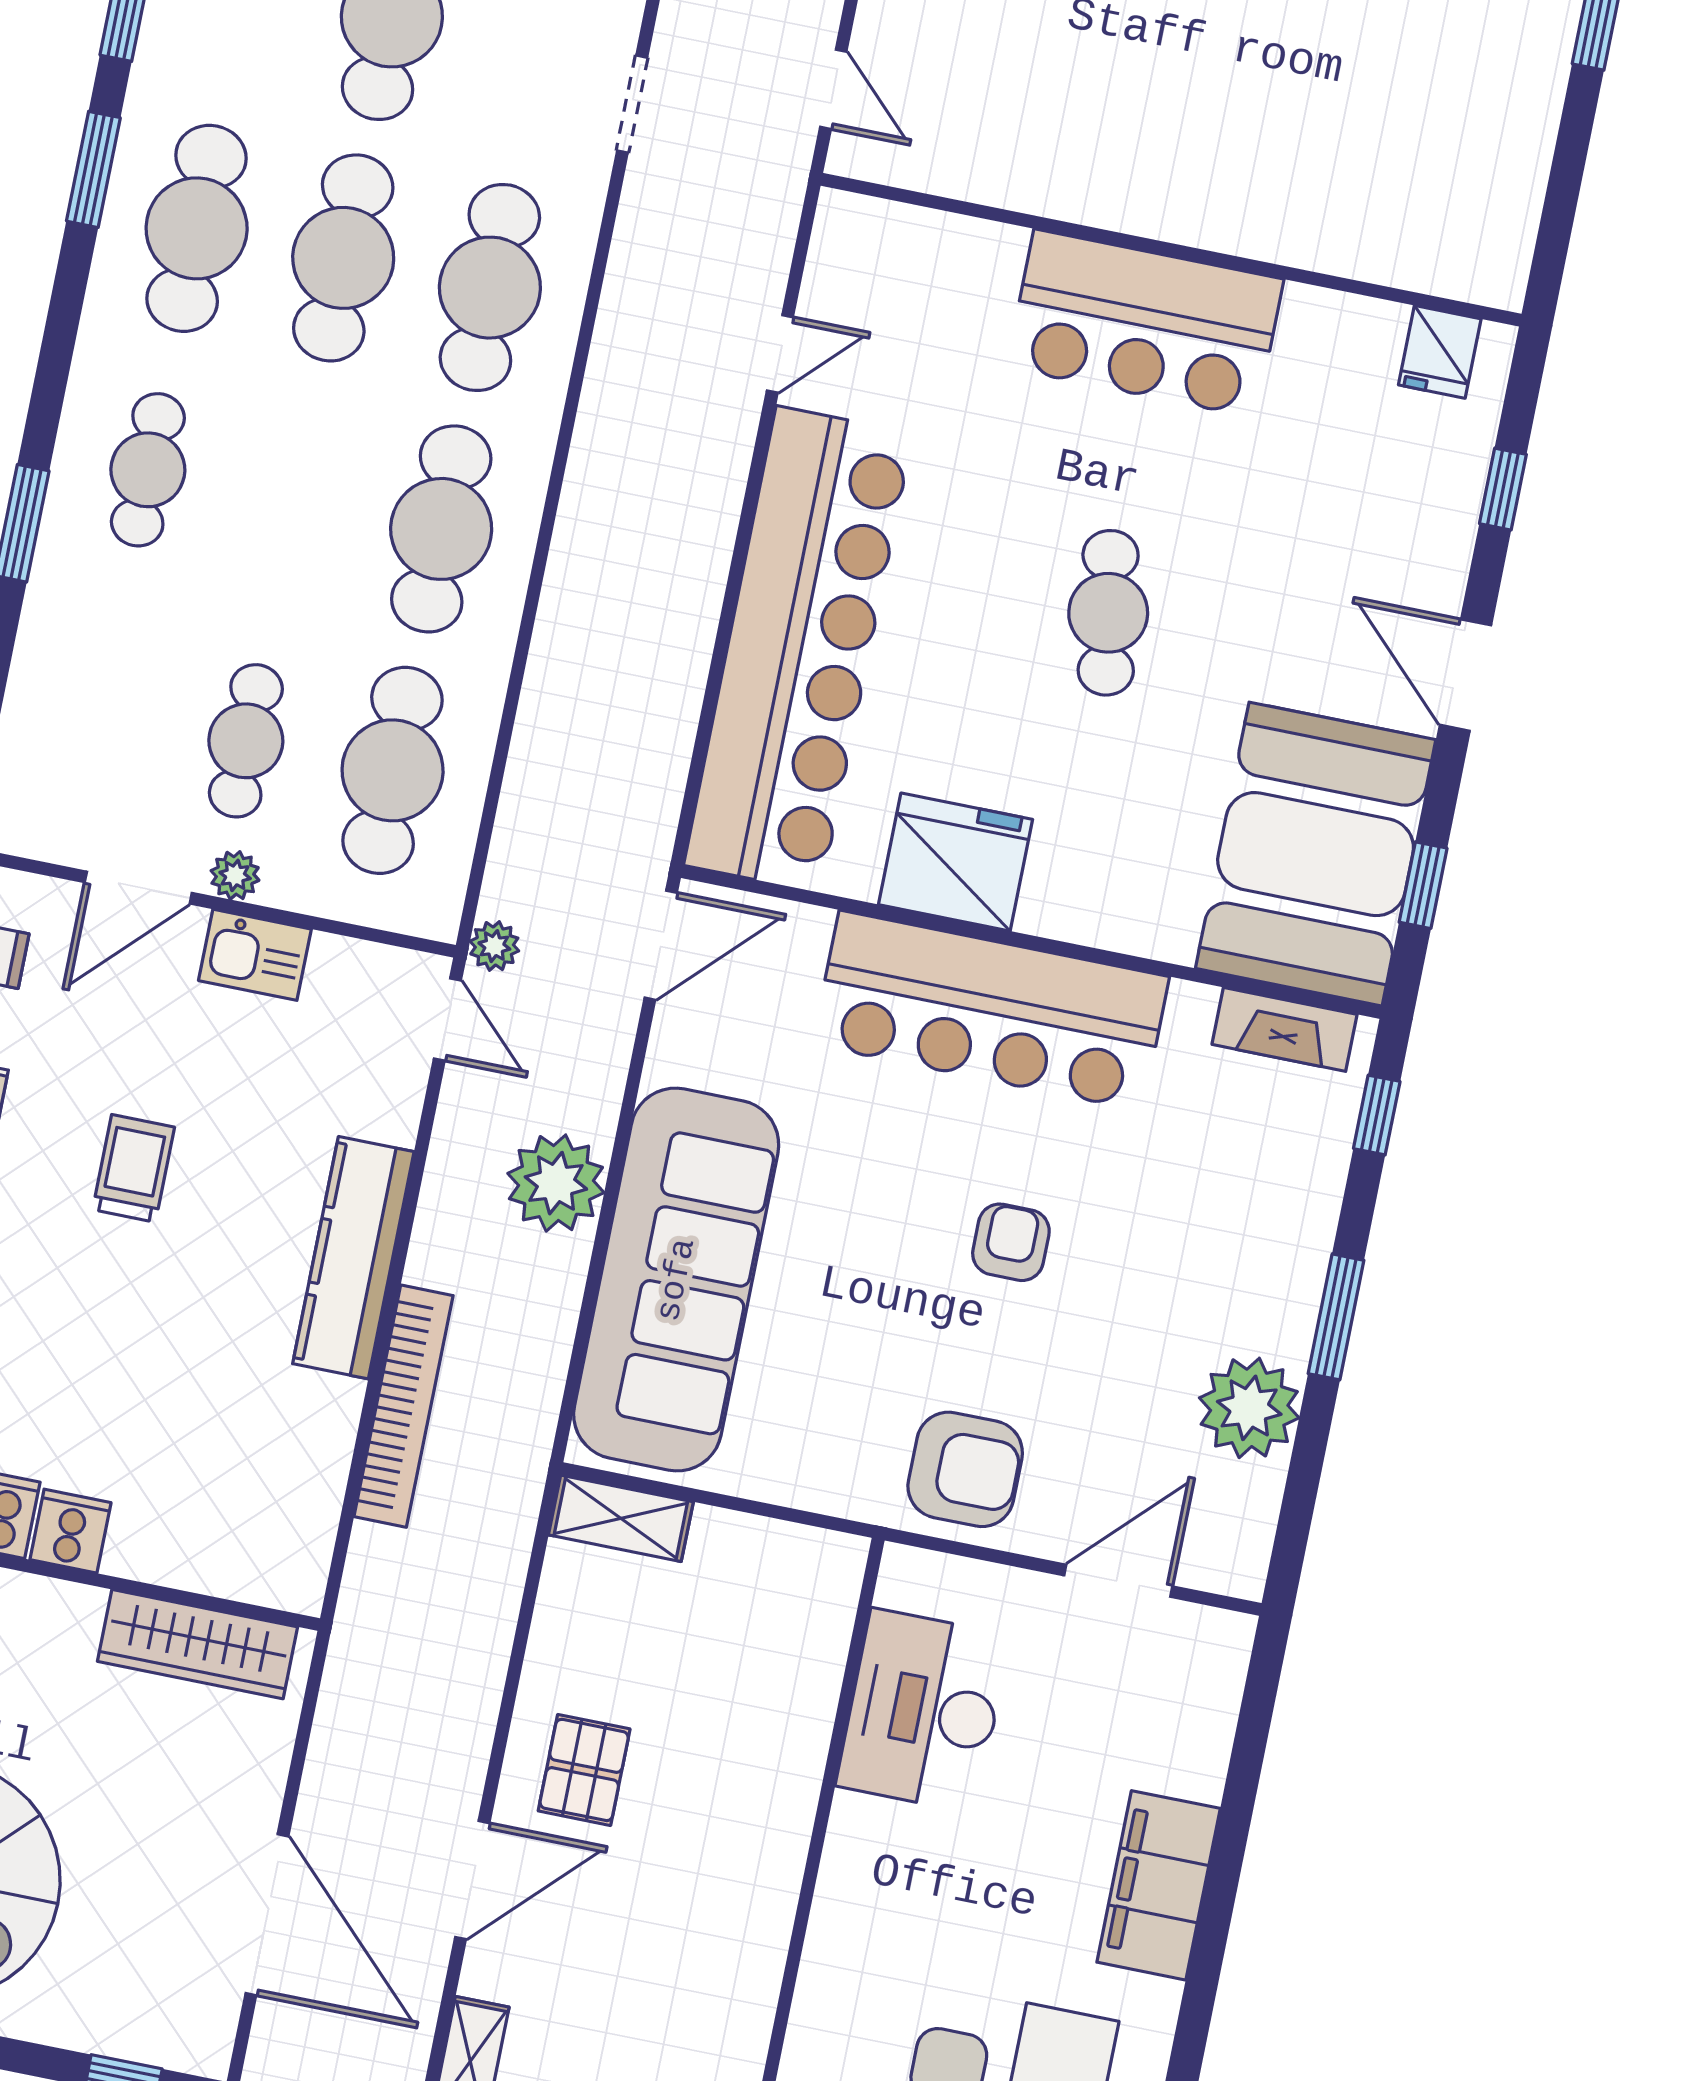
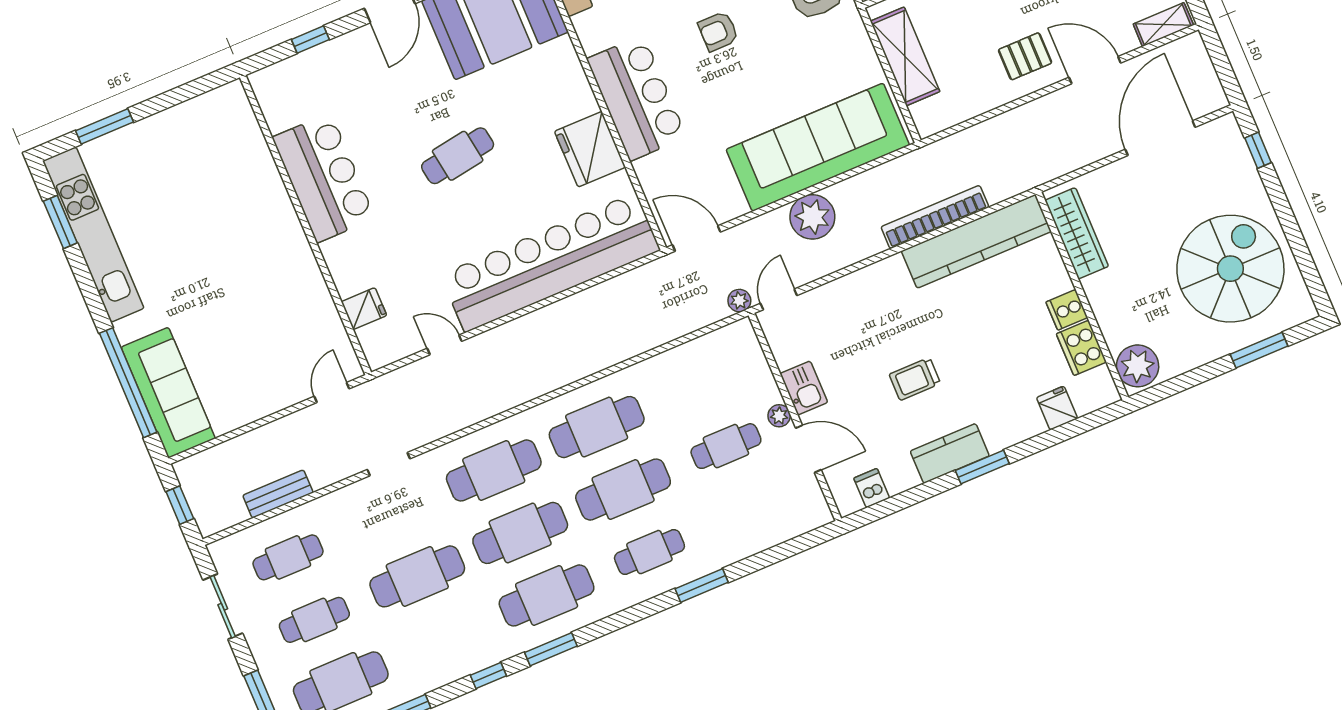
bar counter: (1145, 323) -> (324, 178), moved
fridge: (1440, 352) -> (364, 309), moved
cafe table: (393, 770) -> (623, 490), moved
bar counter: (991, 1011) -> (637, 98), width x0.73
kitchen counter: (353, 1258) -> (976, 241), moved, width x1.39, depth x1.17
shelving: (621, 1518) -> (905, 56), moved, width x1.50, depth x1.33

